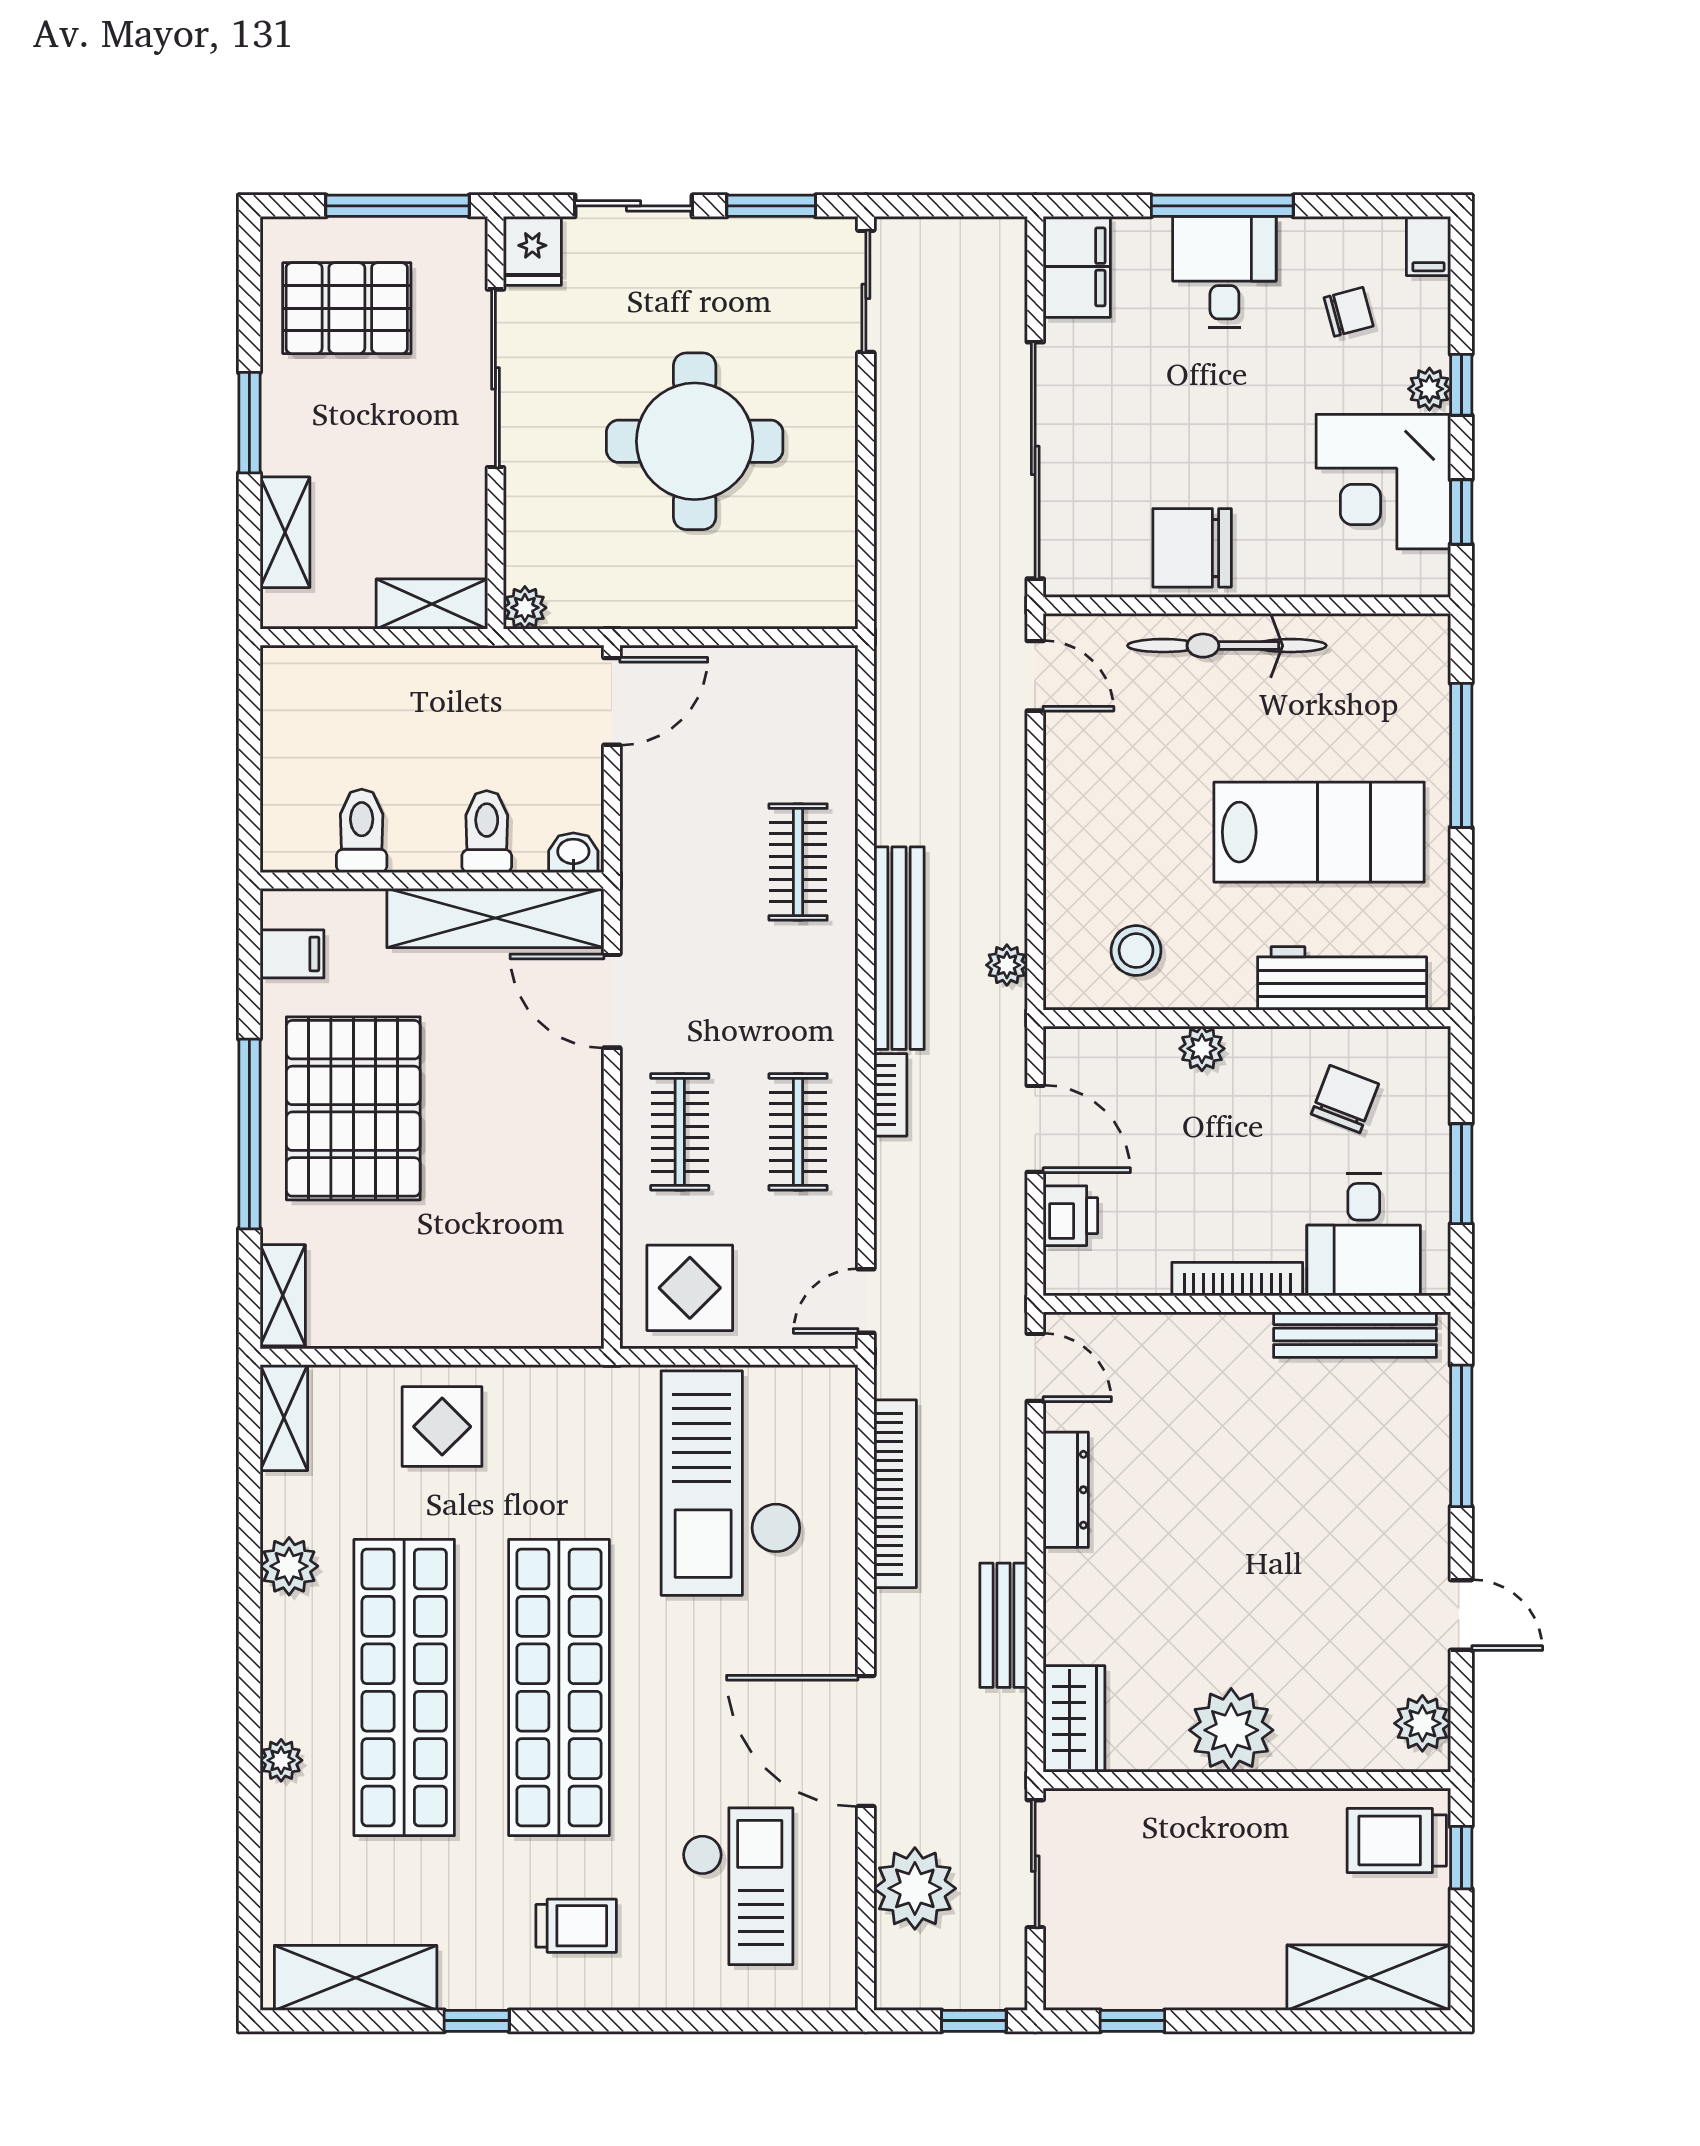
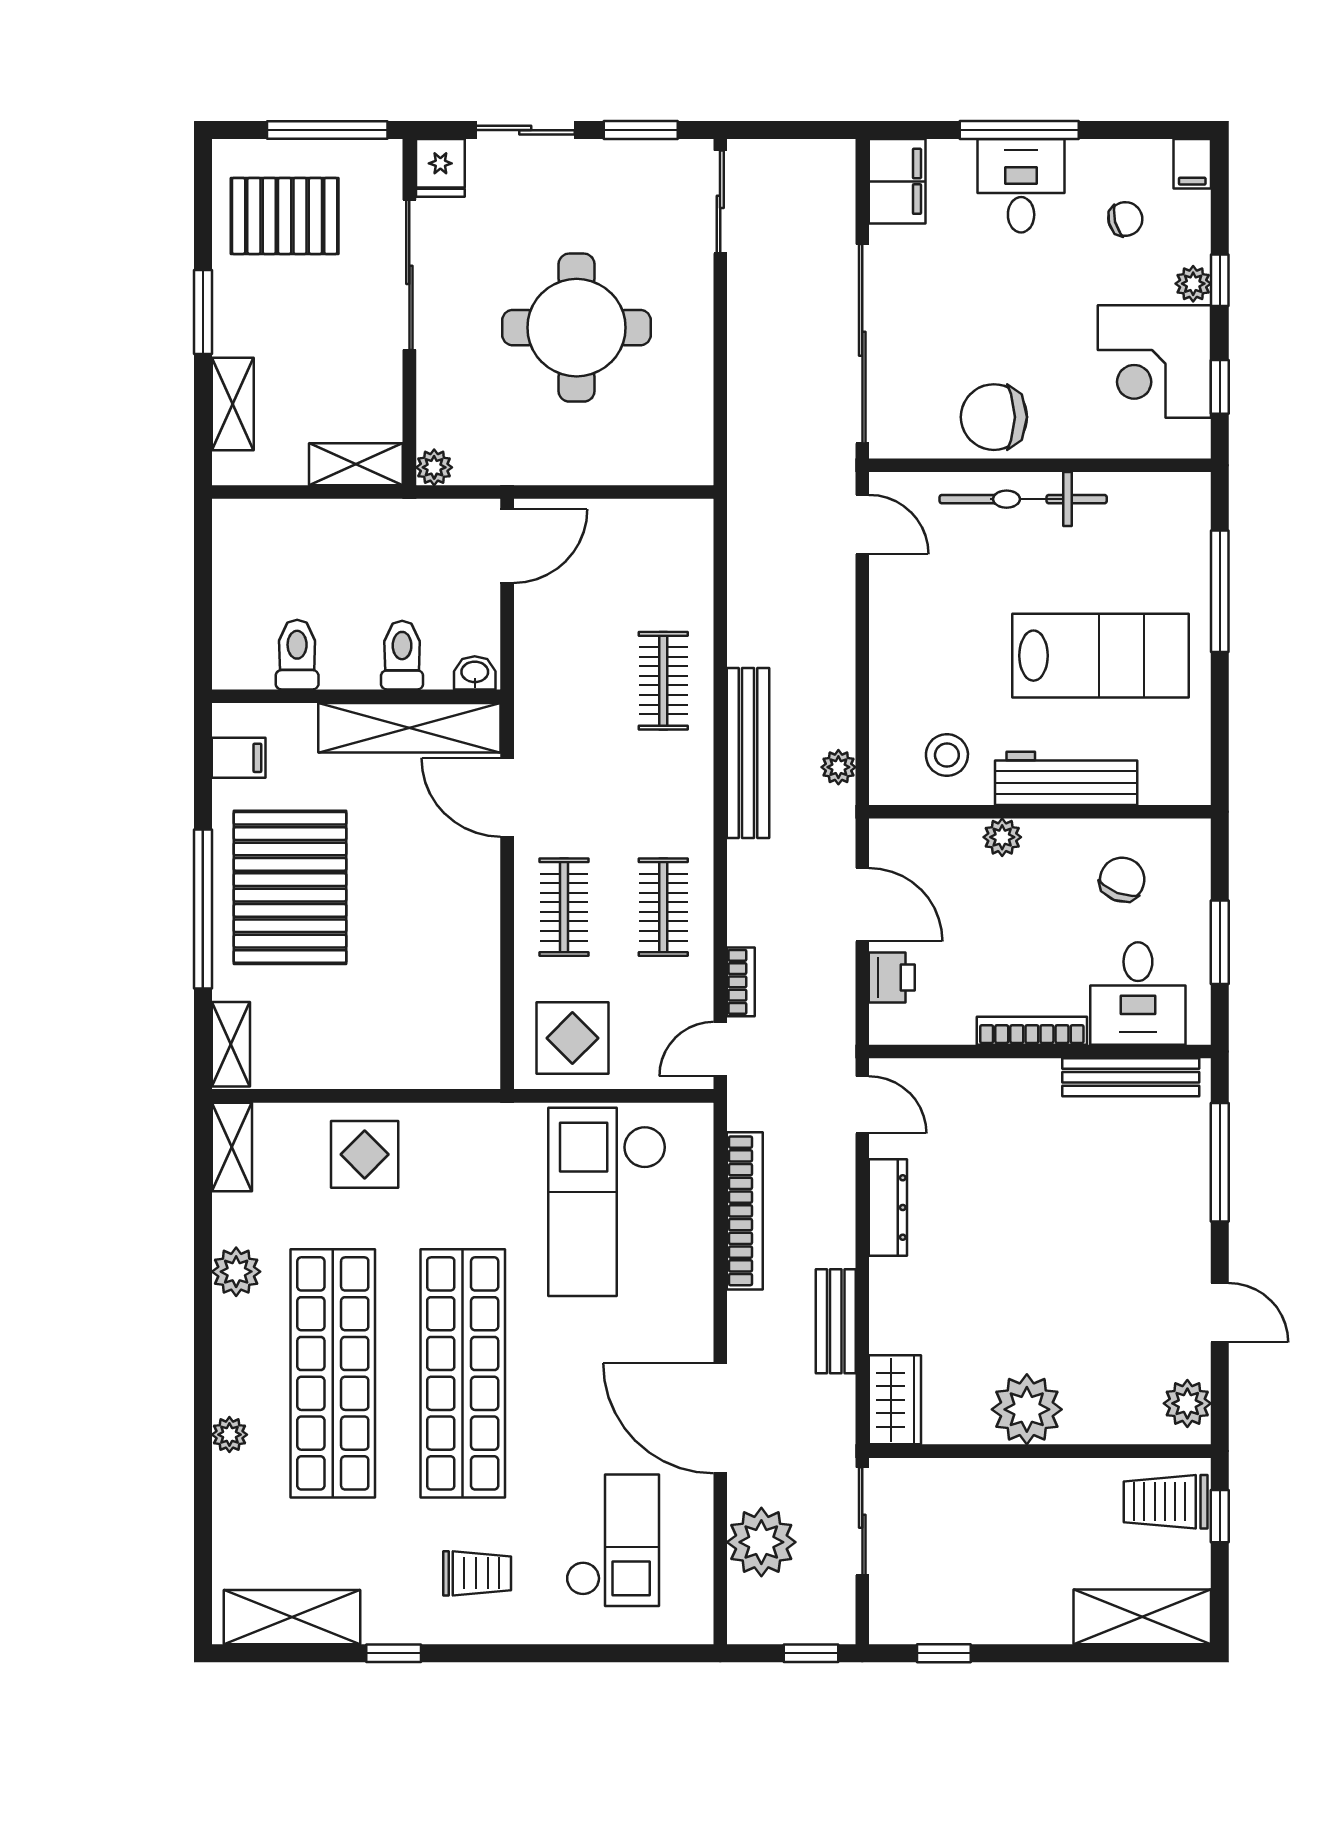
workbench: (1342, 978) -> (1066, 778), moved
bookcase: (890, 1095) -> (741, 982), moved

